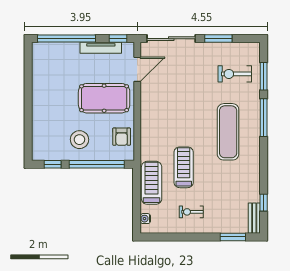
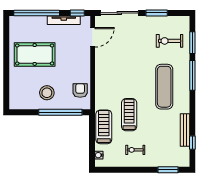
pool table: (104, 98) -> (35, 54), moved
armchair: (122, 137) -> (80, 90), turned 180
window: (53, 164) -> (26, 112), removed
bench: (254, 218) -> (185, 130), moved, width x1.36

